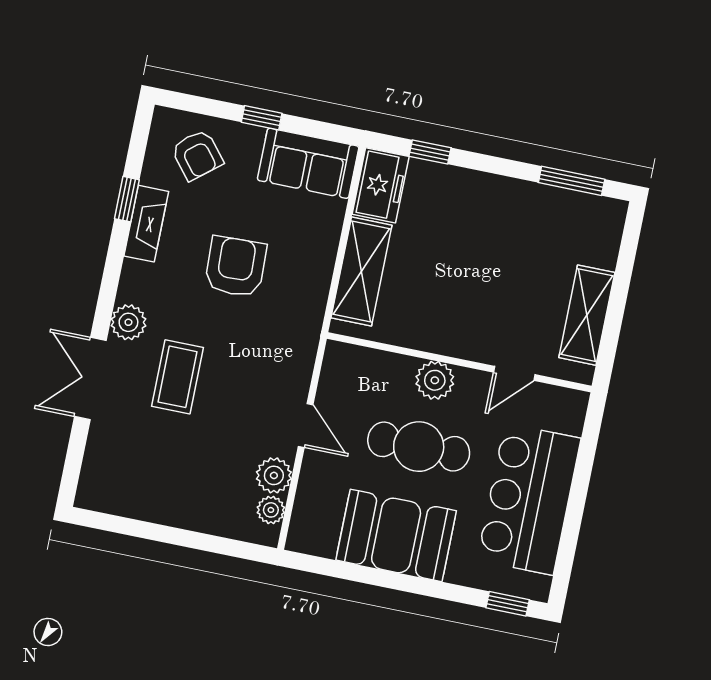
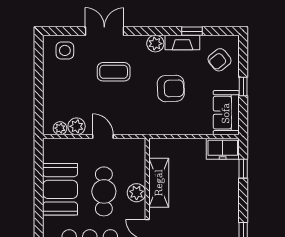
shelving: (361, 272) -> (159, 183), moved, turned 90
plant: (128, 322) -> (155, 44), moved
door: (306, 426) -> (103, 136), swing flipped
side table: (114, 468) -> (65, 50), added

